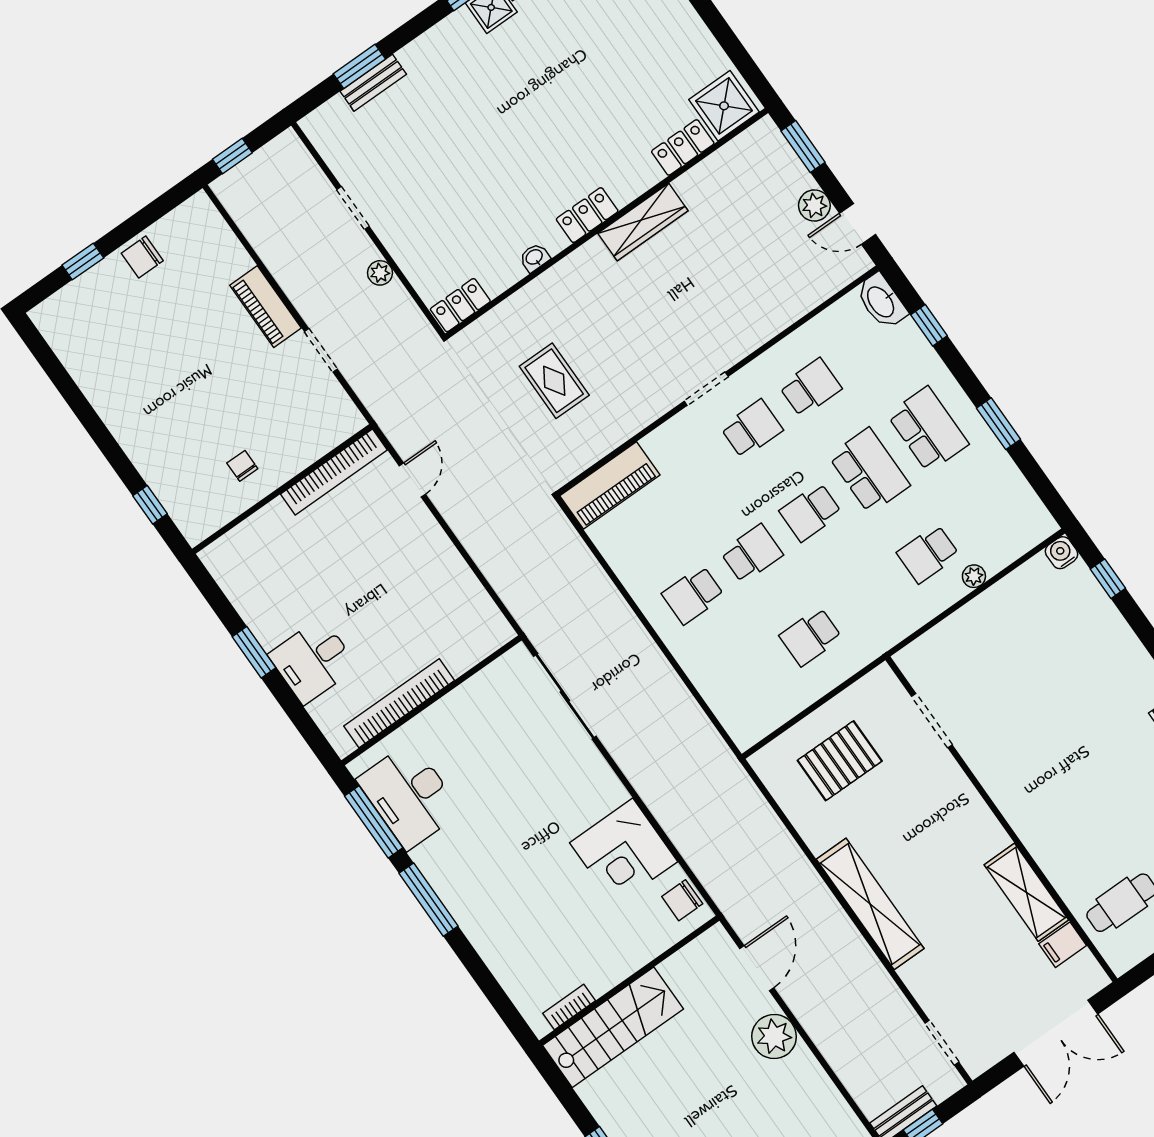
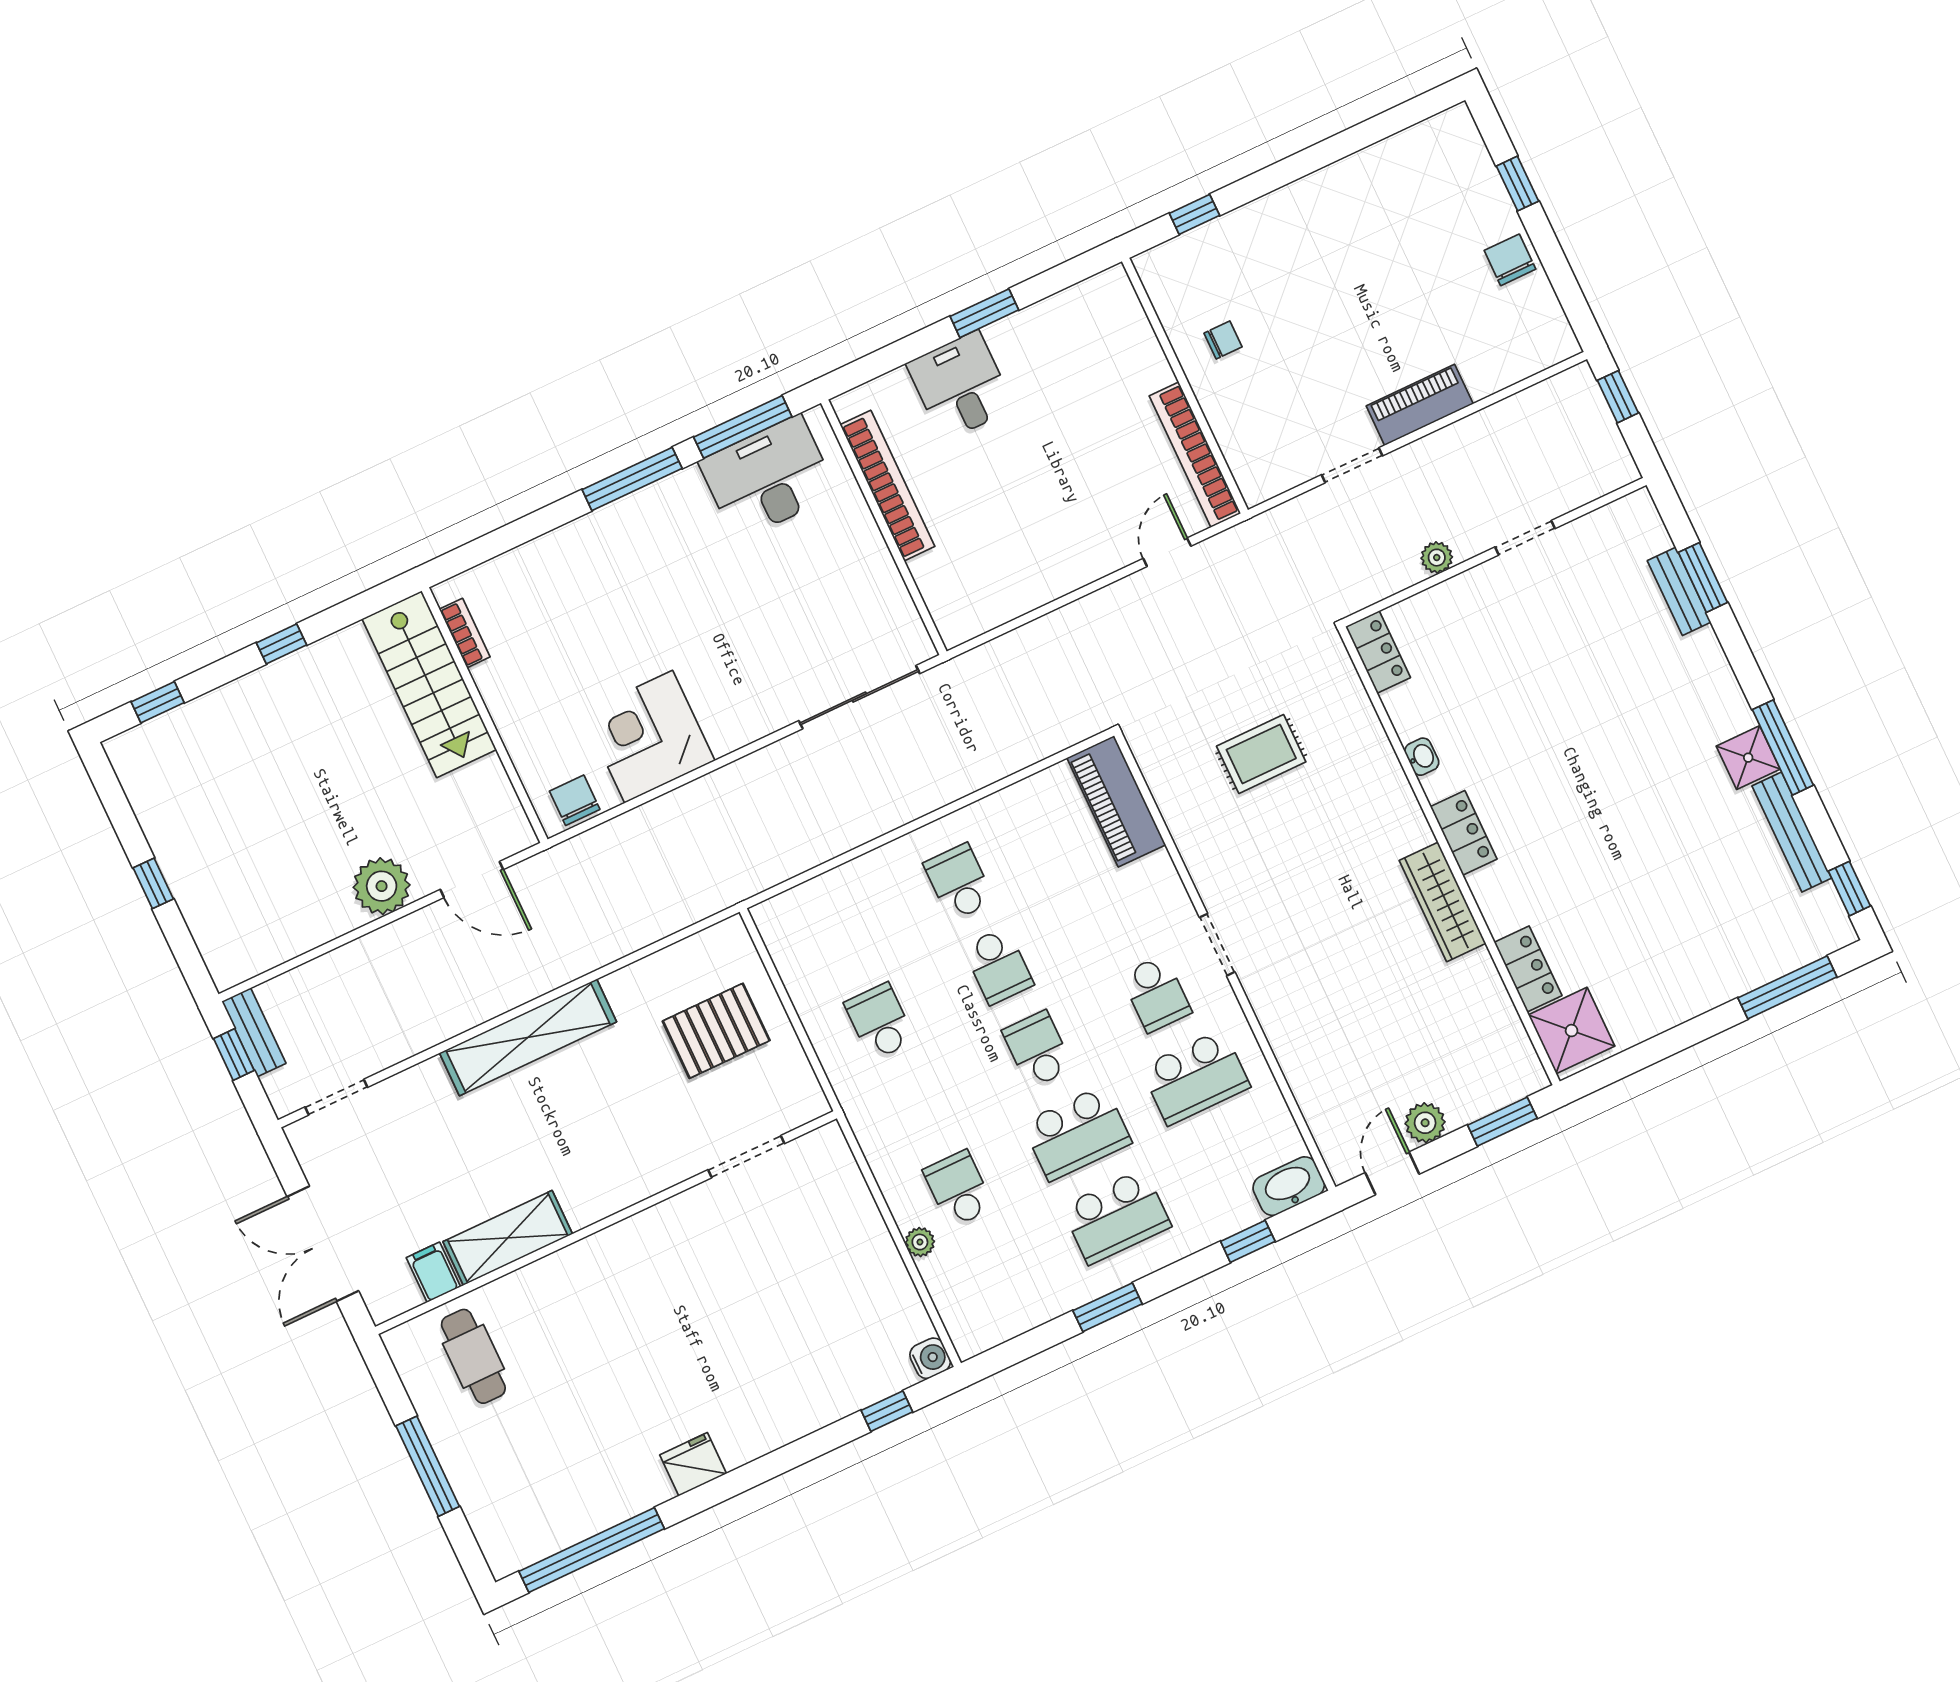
school desk: (811, 387) -> (1195, 1077), width x1.85
door: (412, 480) -> (1167, 552), swing flipped
pallet: (840, 761) -> (716, 1031), turned 90

